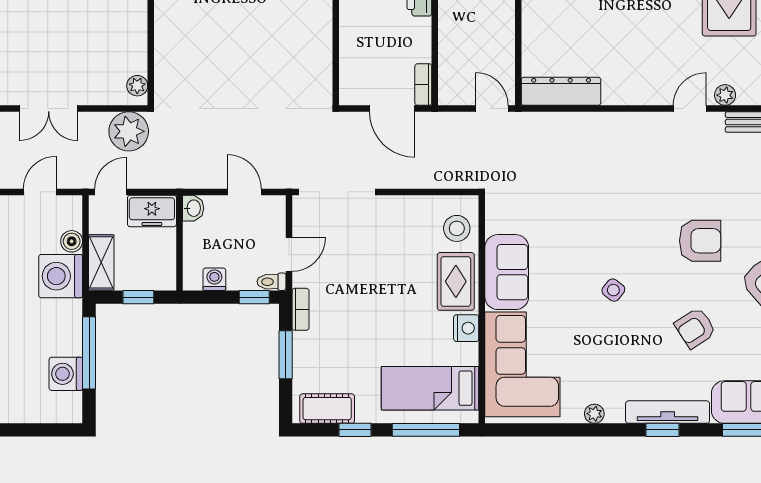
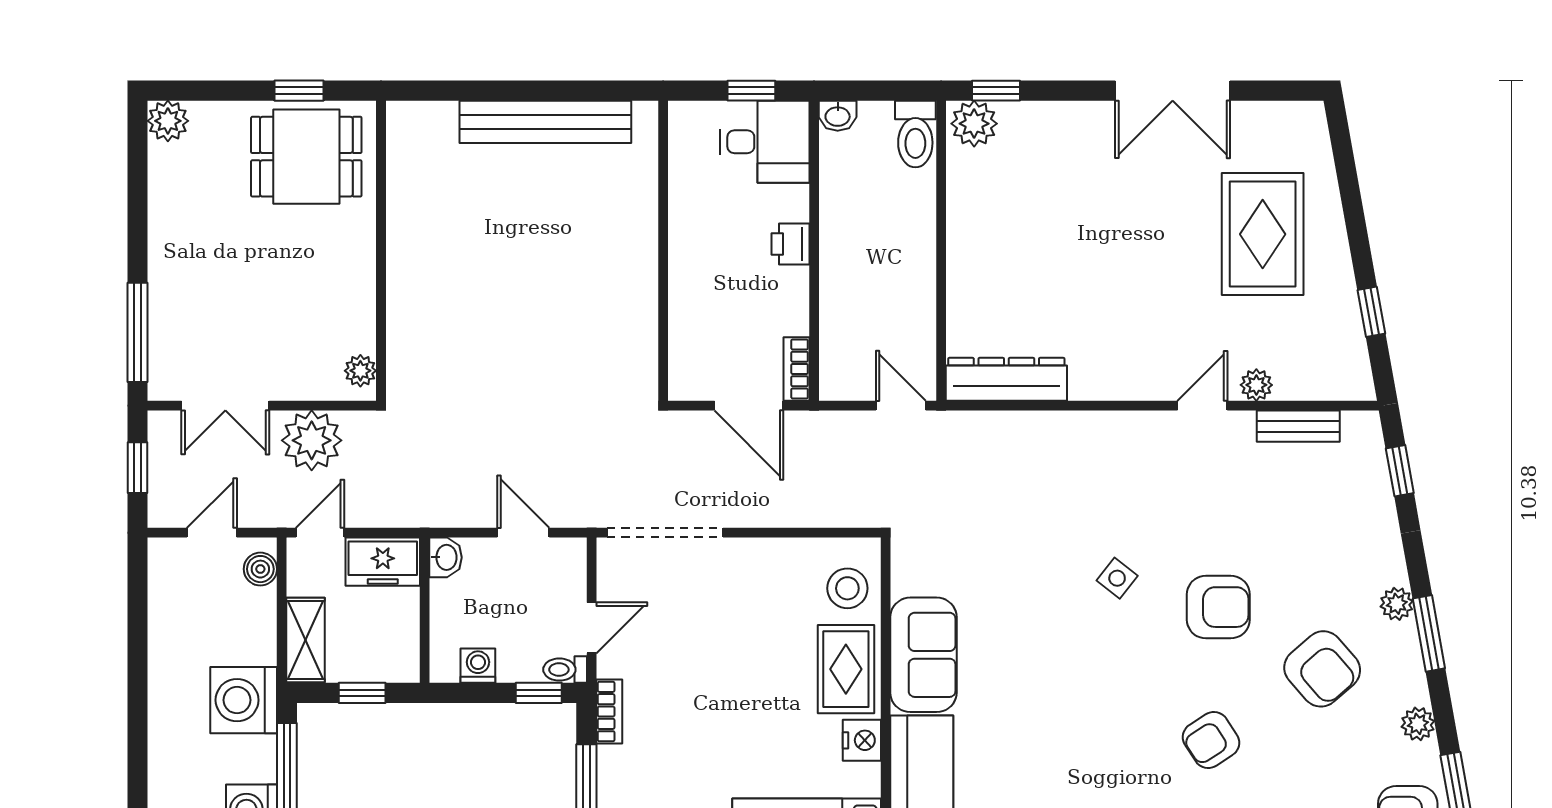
plant: (129, 131) -> (312, 440), moved
boiler: (72, 241) -> (260, 569), moved
washing machine: (61, 276) -> (244, 700), moved
side table: (613, 290) -> (1117, 578), moved

